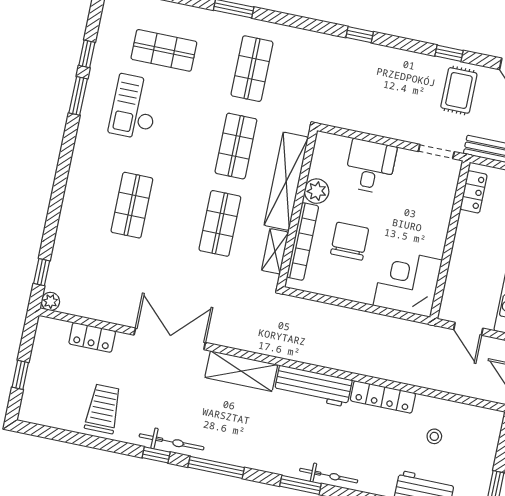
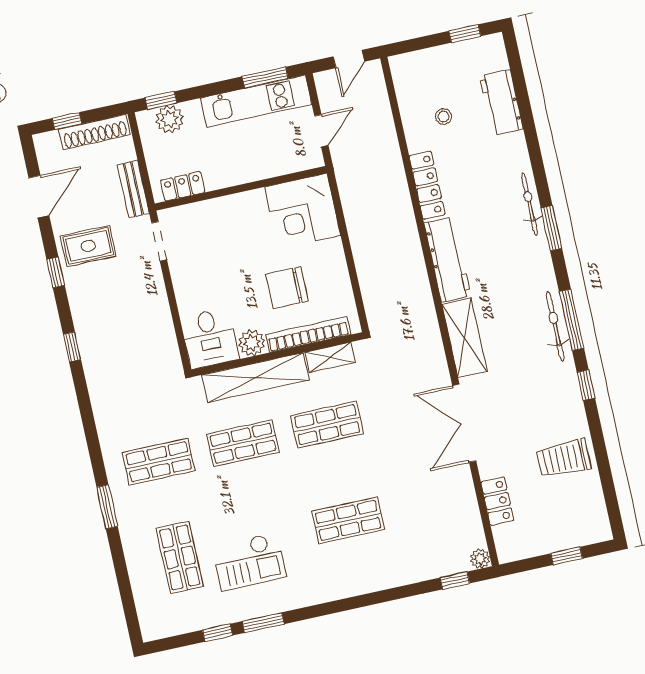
window: (360, 35) -> (72, 347), moved
desk: (370, 166) -> (210, 338), moved, turned -90
bicycle: (172, 442) -> (555, 326), moved

